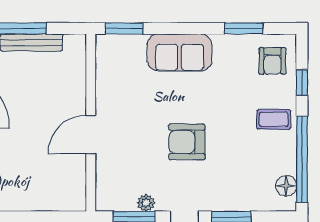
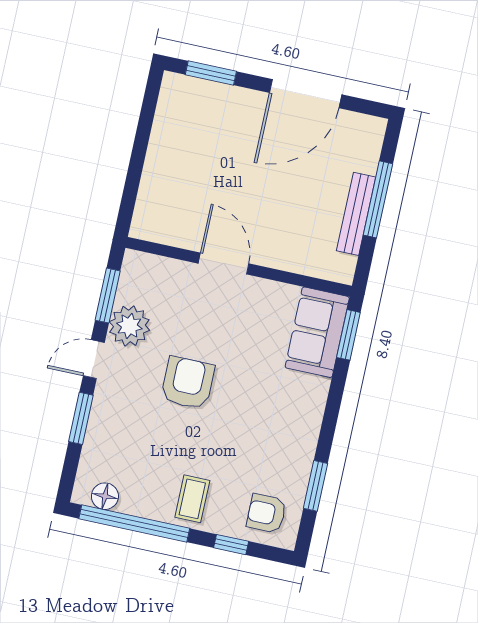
sofa: (180, 52) -> (317, 332), moved
plant: (146, 203) -> (129, 326), width x1.87, depth x1.87

